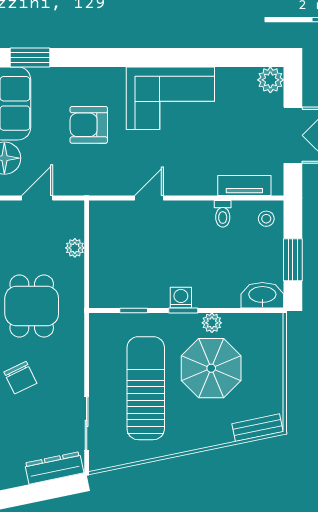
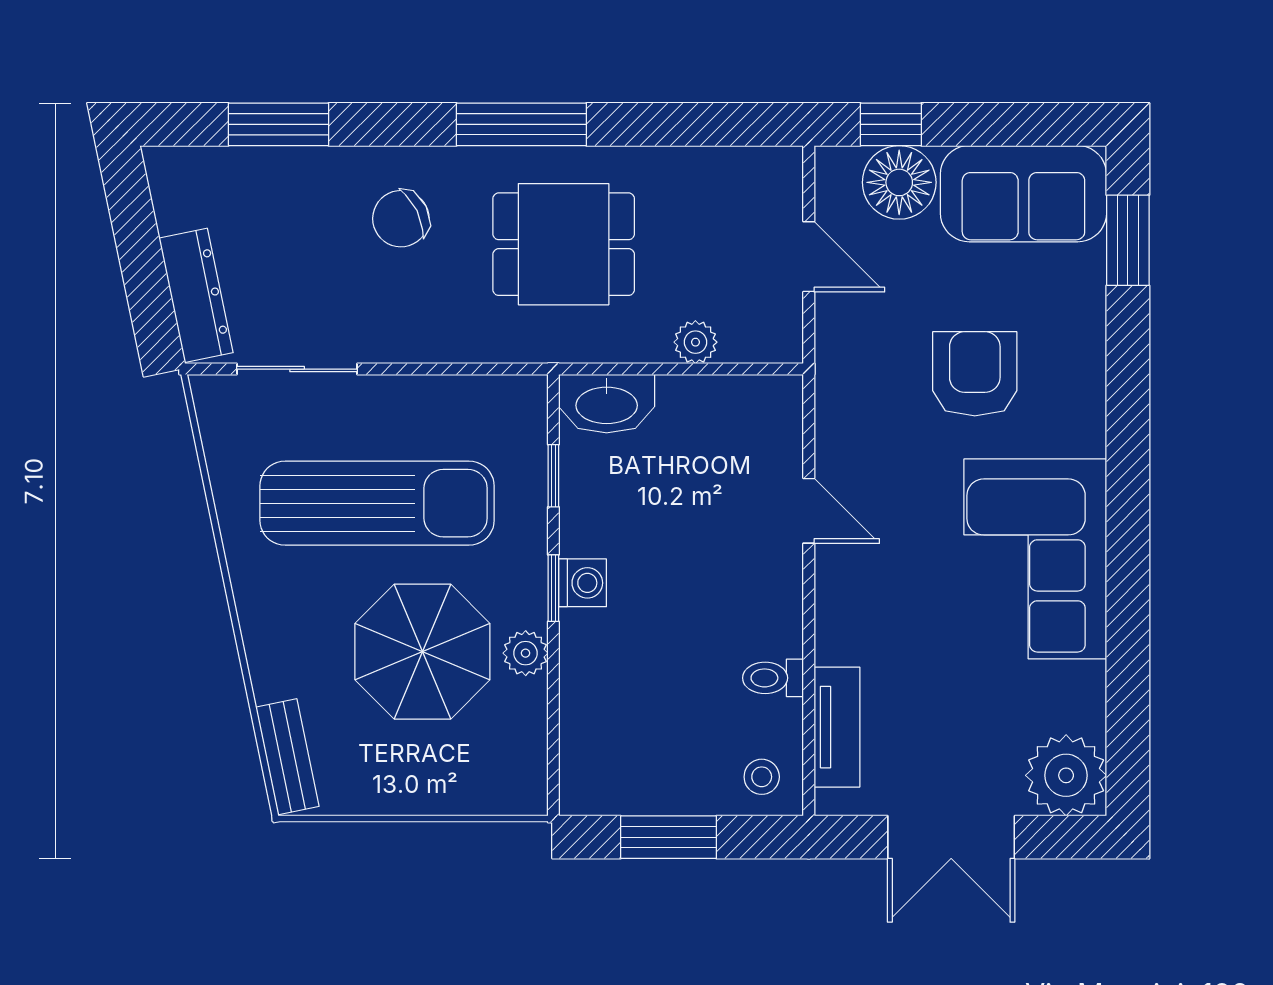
plant: (270, 80) -> (1066, 775), width x1.36, depth x1.36
washbasin: (262, 295) -> (607, 404), moved, turned 90

